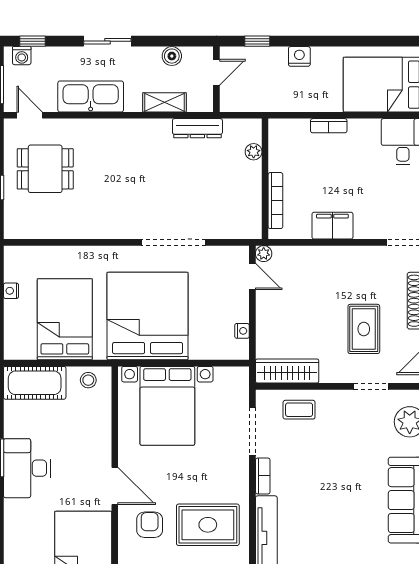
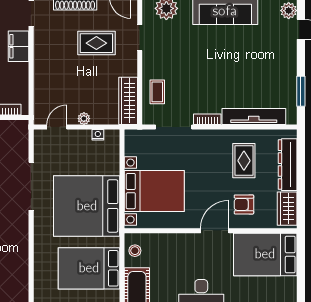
filing cabinet: (332, 226) -> (19, 46), moved
plant: (264, 254) -> (84, 119), moved
rug: (208, 525) -> (244, 161), width x0.73, depth x0.70

